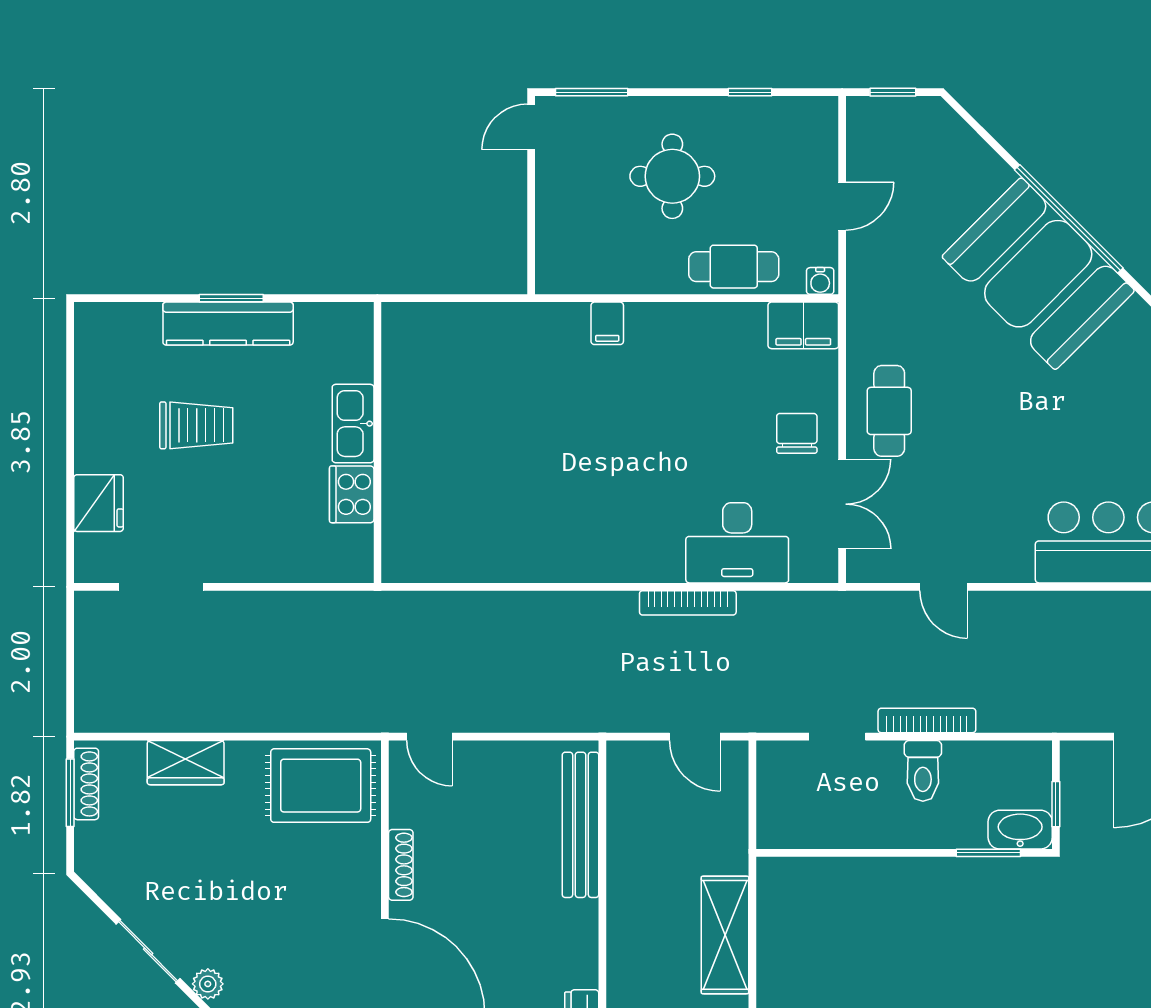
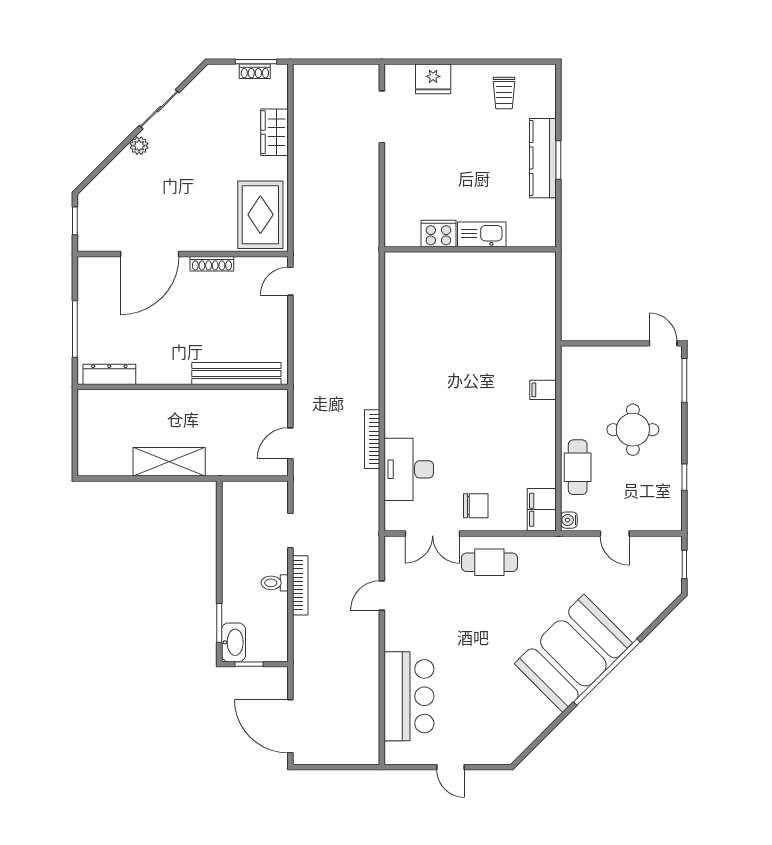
trolley: (196, 425) -> (504, 93), moved, width x0.73, depth x0.72
toilet: (923, 771) -> (275, 583), width x0.73, depth x0.72
shoe rack: (86, 784) -> (255, 71), width x0.70

